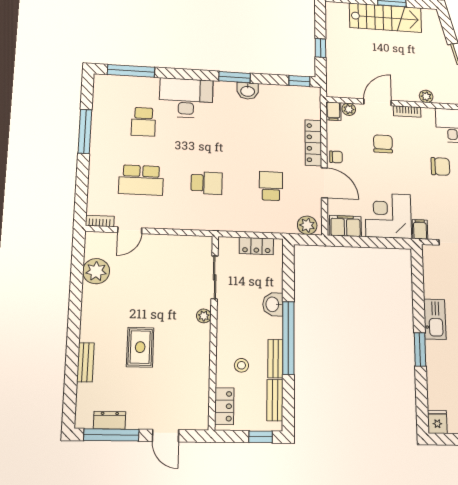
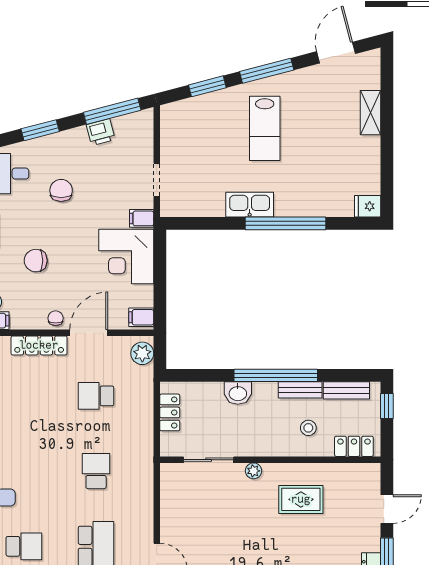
filing cabinet: (346, 226) -> (141, 317), width x0.50
rug: (140, 347) -> (301, 499), moved
window: (420, 350) -> (286, 223), width x2.11

